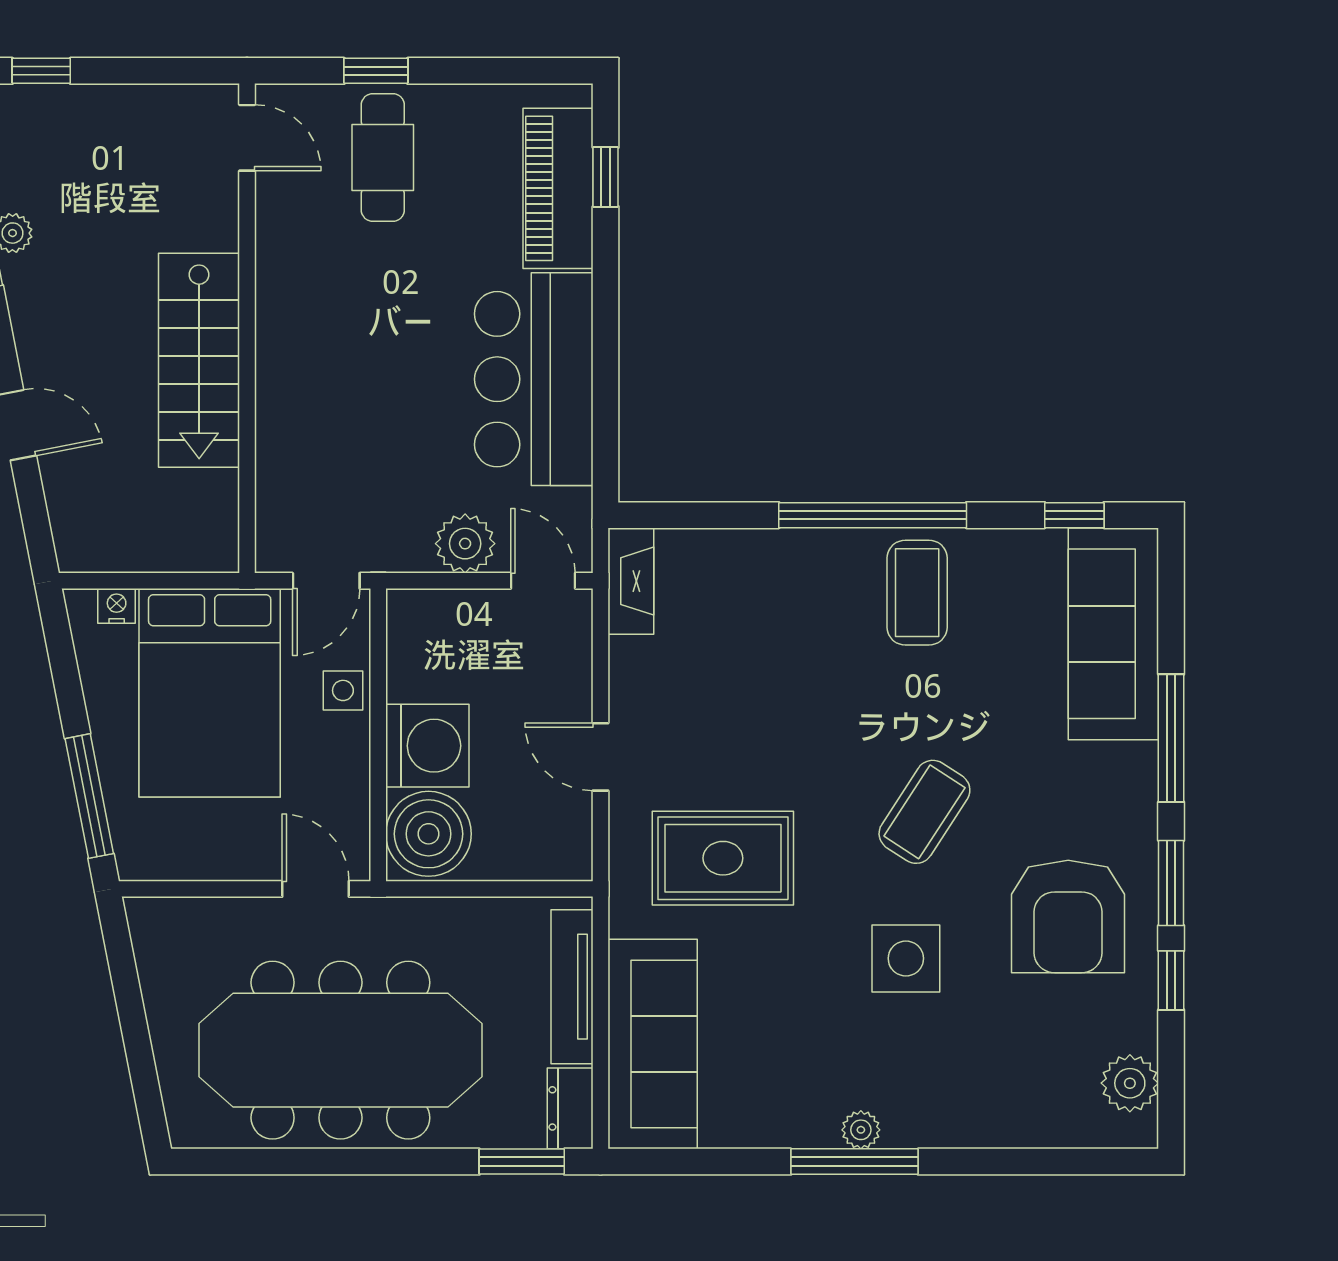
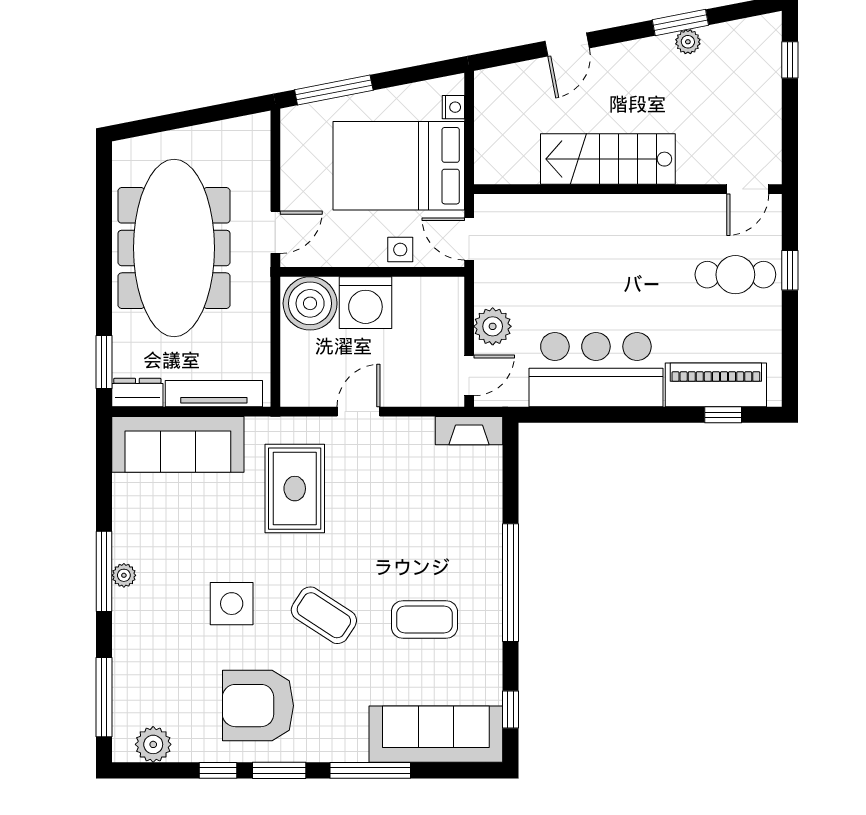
coffee table: (917, 593) -> (424, 620), moved
window: (1055, 1162) -> (104, 697), added

